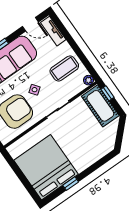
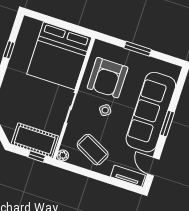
door: (30, 24) -> (153, 167), hinge flipped
coffee table: (64, 68) -> (93, 150), turned -63
bed: (46, 167) -> (59, 56), moved, turned 90

